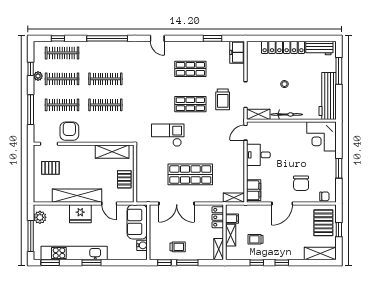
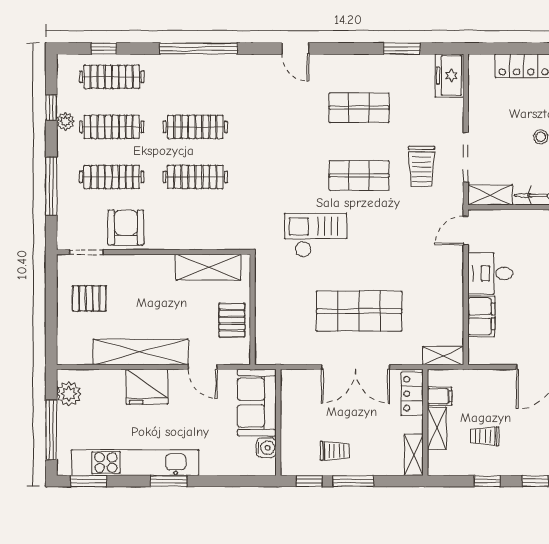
filing cabinet: (254, 190) -> (481, 316), moved
double door: (177, 203) -> (356, 367), moved

